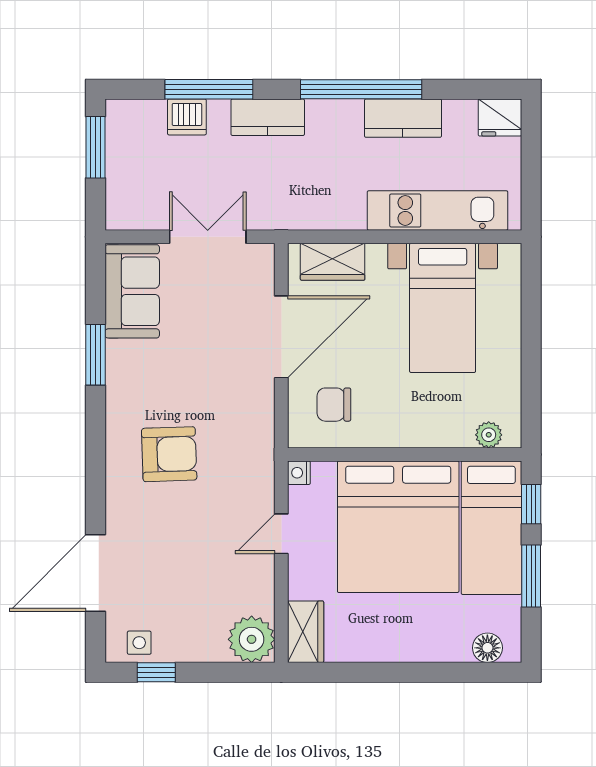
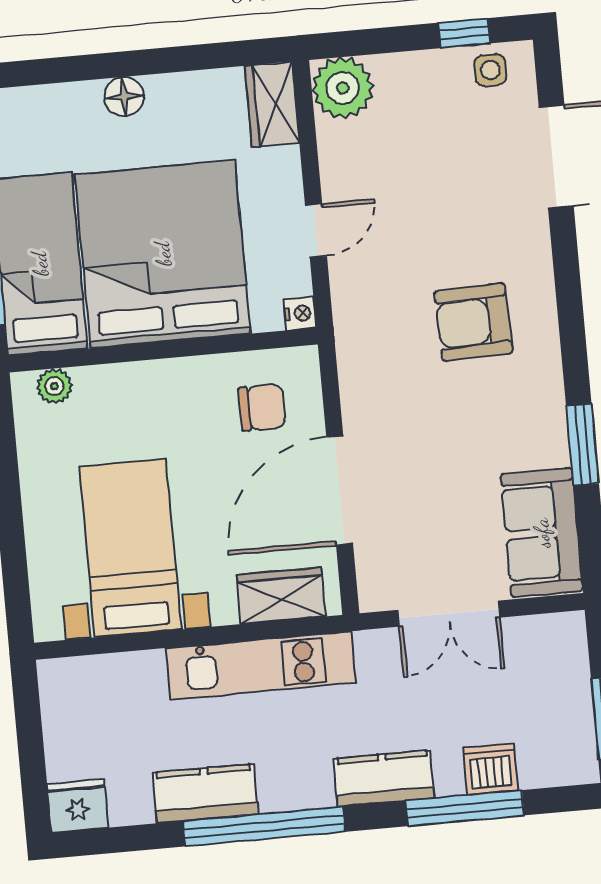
kitchen unit: (438, 210) -> (261, 666), moved
floor lamp: (487, 648) -> (124, 97), moved

